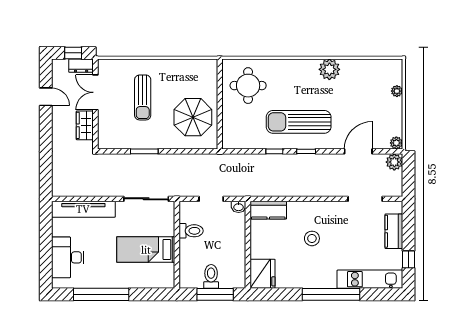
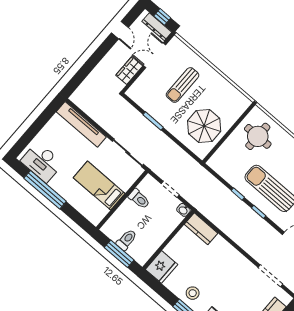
dresser: (81, 66) -> (157, 27), width x1.44
stool: (312, 238) -> (193, 293), moved
desk: (68, 257) -> (42, 162), moved, turned -90

